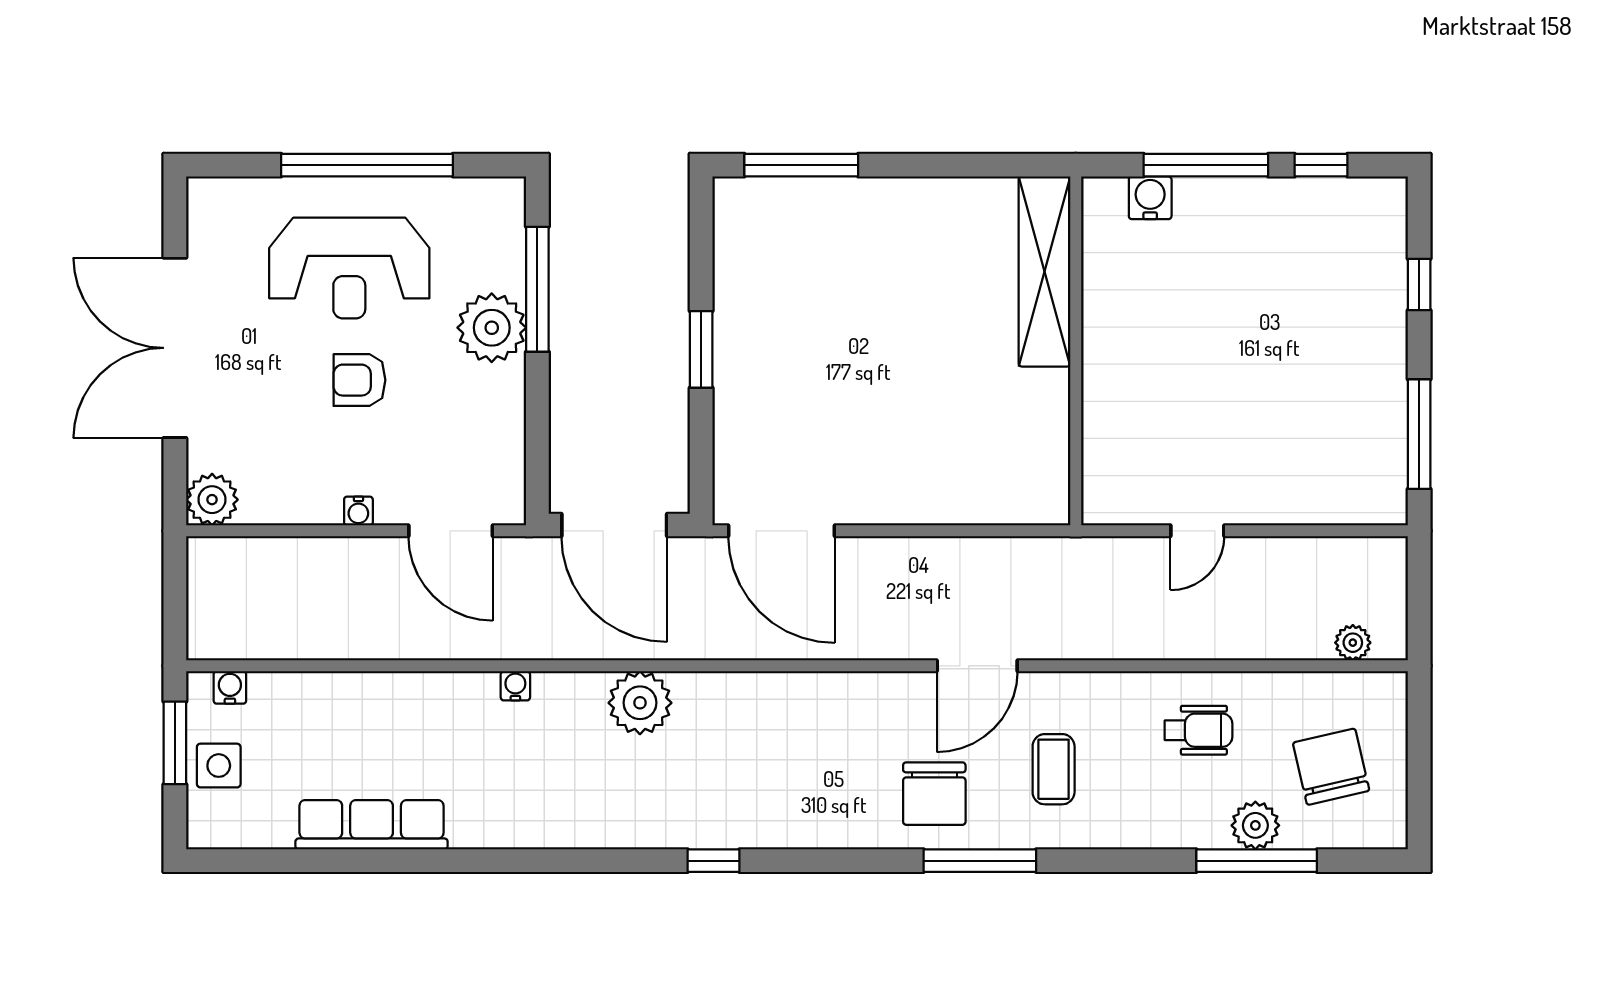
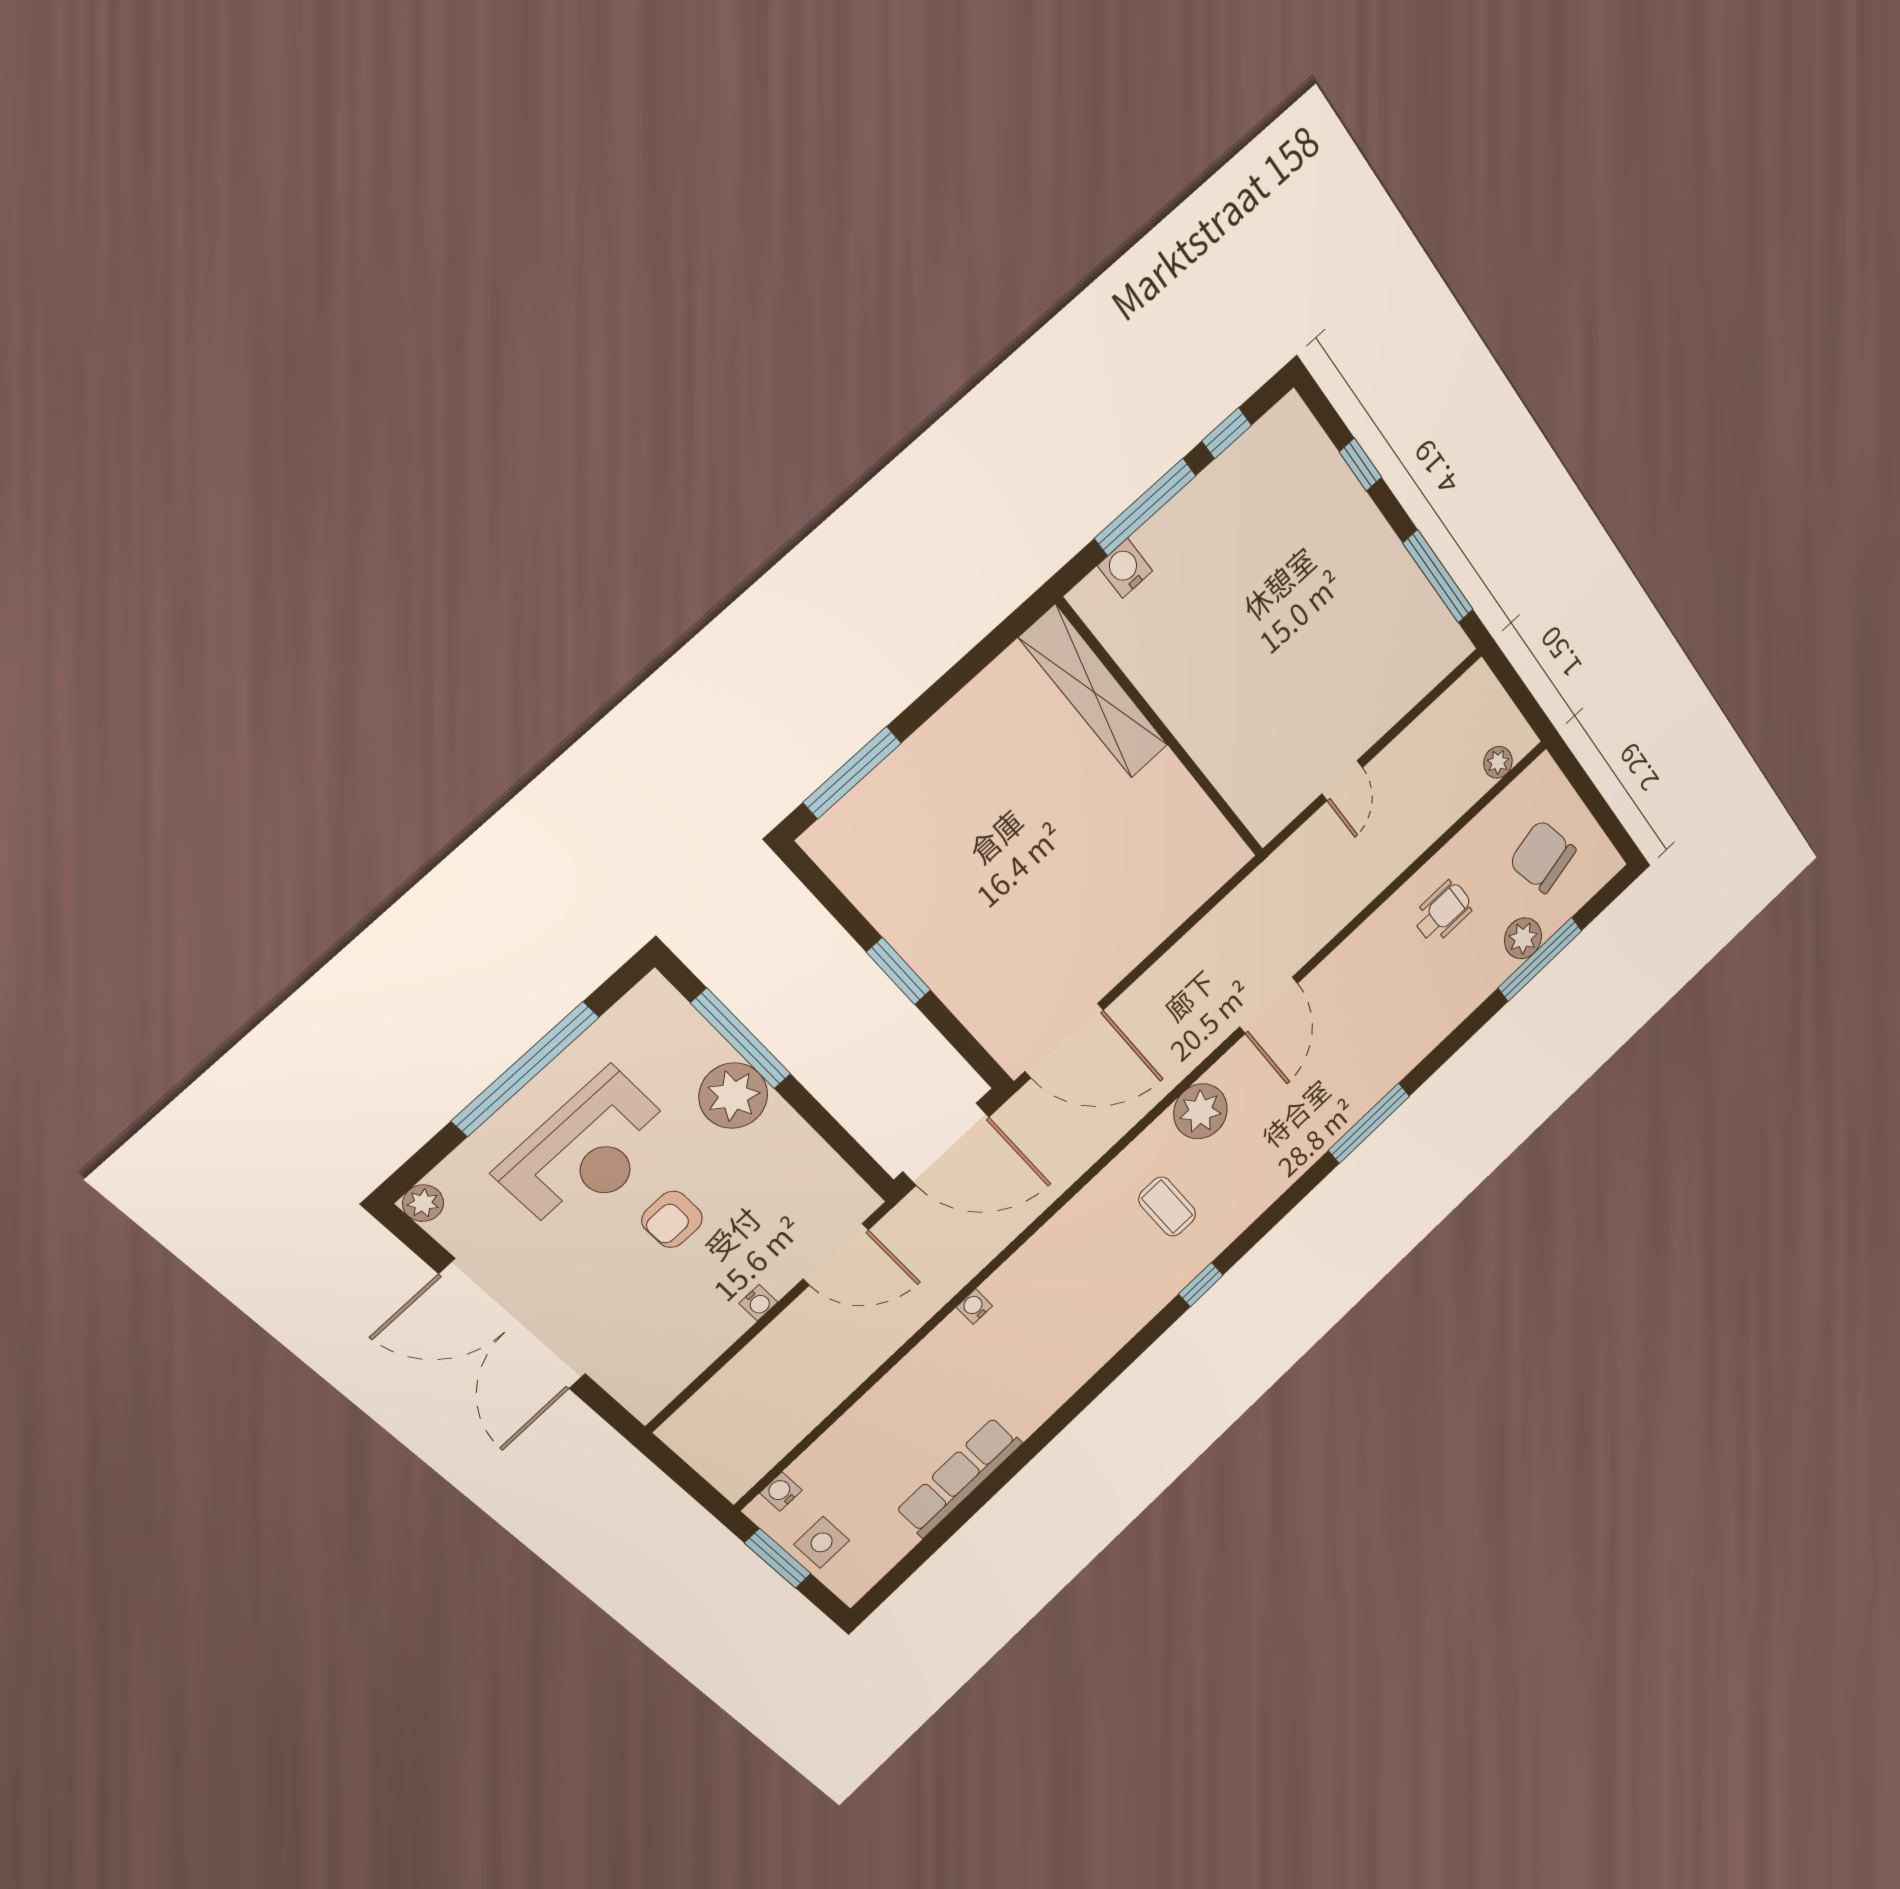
plant: (212, 500) -> (423, 1203), moved, width x0.73, depth x0.73
plant: (640, 703) -> (1200, 1111), moved
coffee table: (1054, 769) -> (1167, 1207), moved
chair: (934, 794) -> (1307, 1111), removed

